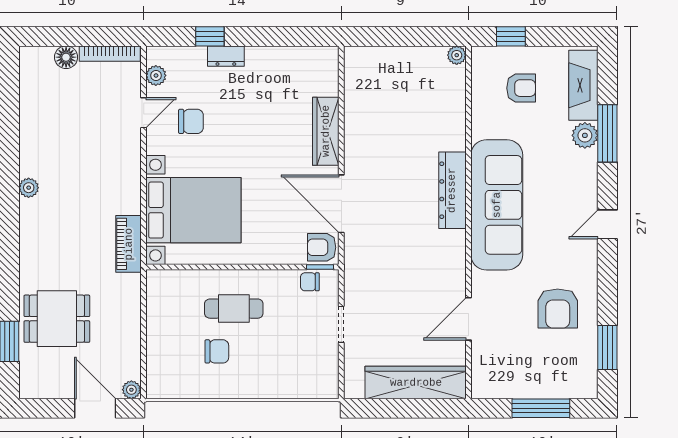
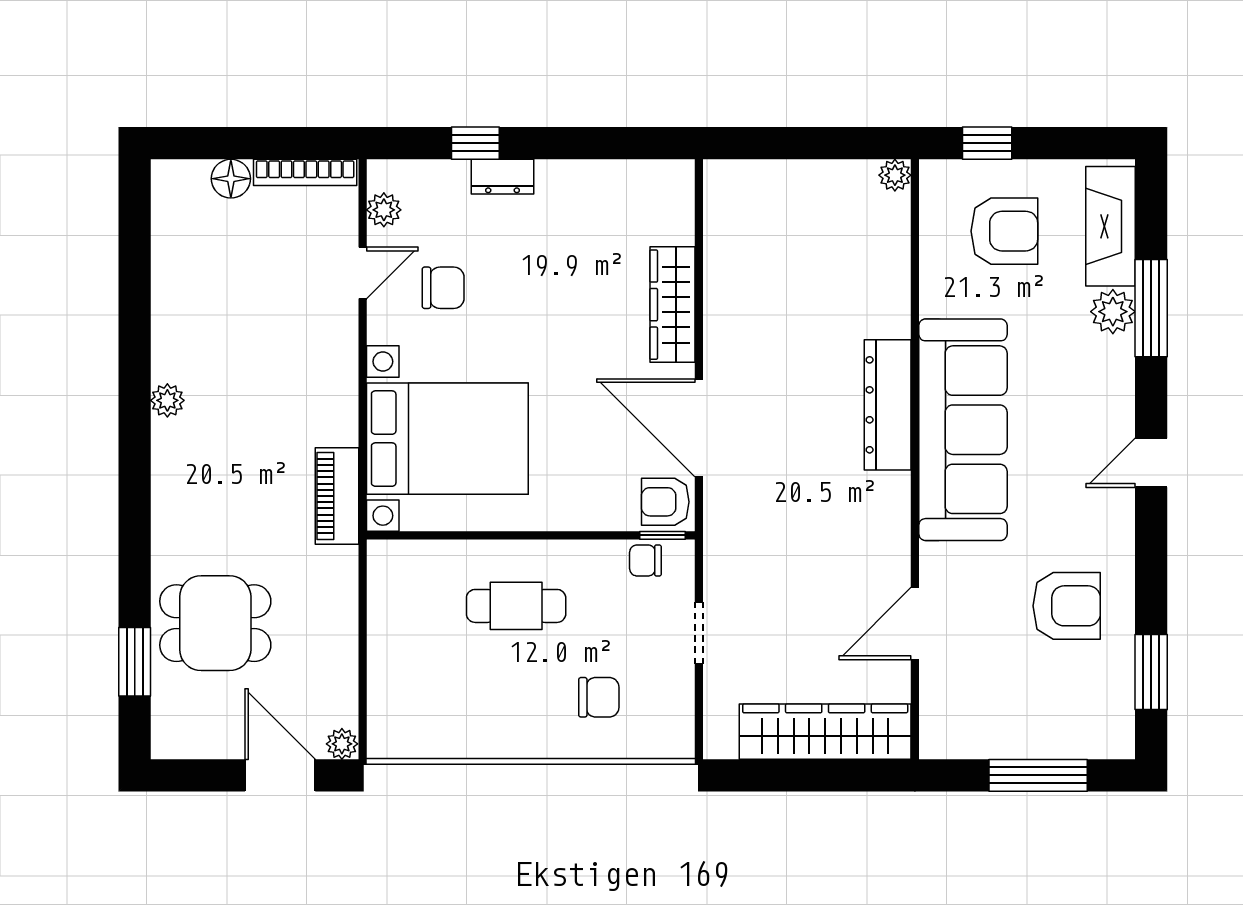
armchair: (521, 88) -> (1004, 231), width x1.38, depth x1.38
armchair: (558, 308) -> (1067, 606), turned -90
chair: (217, 351) -> (599, 697), moved

